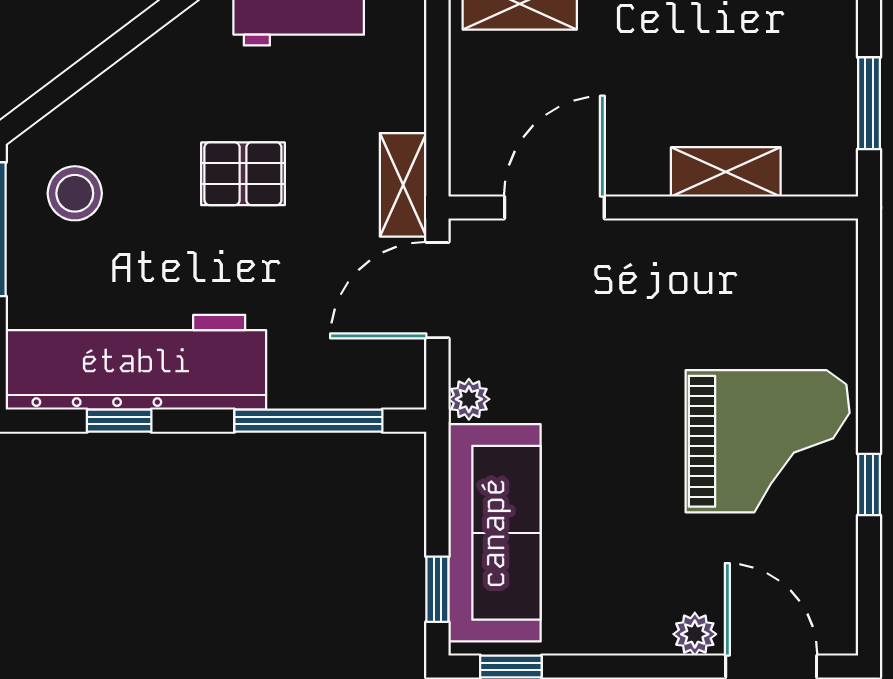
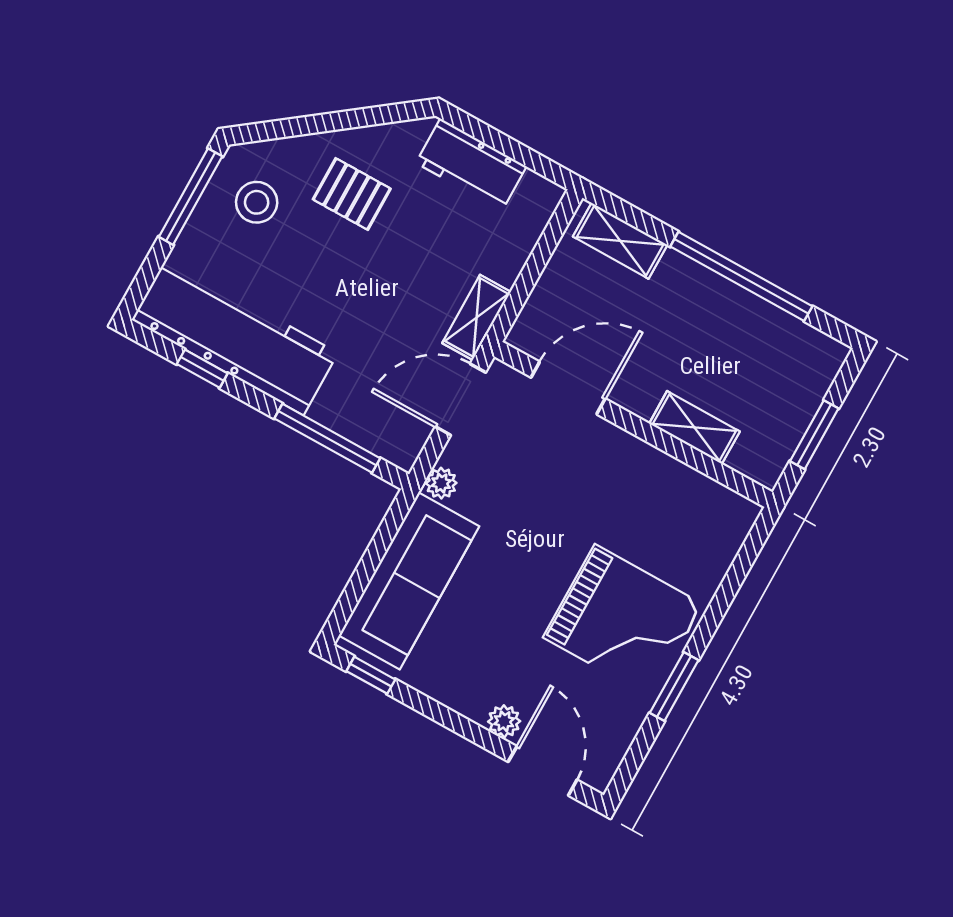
pallet: (243, 174) -> (352, 194), moved
window: (869, 484) -> (674, 687), width x1.50
window: (437, 589) -> (351, 597), removed

